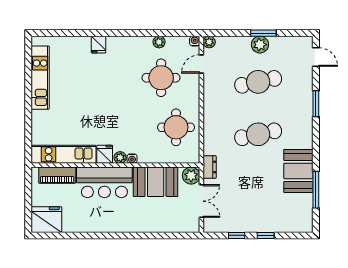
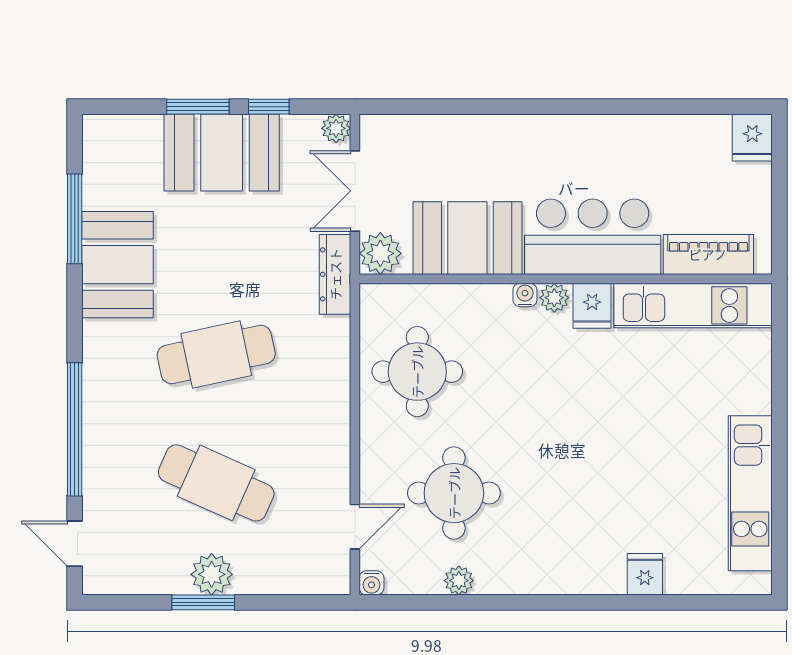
plant: (209, 42) -> (336, 128), moved
fridge: (98, 45) -> (645, 574), moved
cafe table: (258, 82) -> (216, 483), turned 36
window: (316, 104) -> (75, 429), width x2.11
dresser: (210, 167) -> (335, 274), width x1.44
booth: (256, 217) -> (222, 152), added
fridge: (46, 220) -> (752, 137), width x0.53, depth x0.75
window: (266, 235) -> (198, 107), width x1.50

